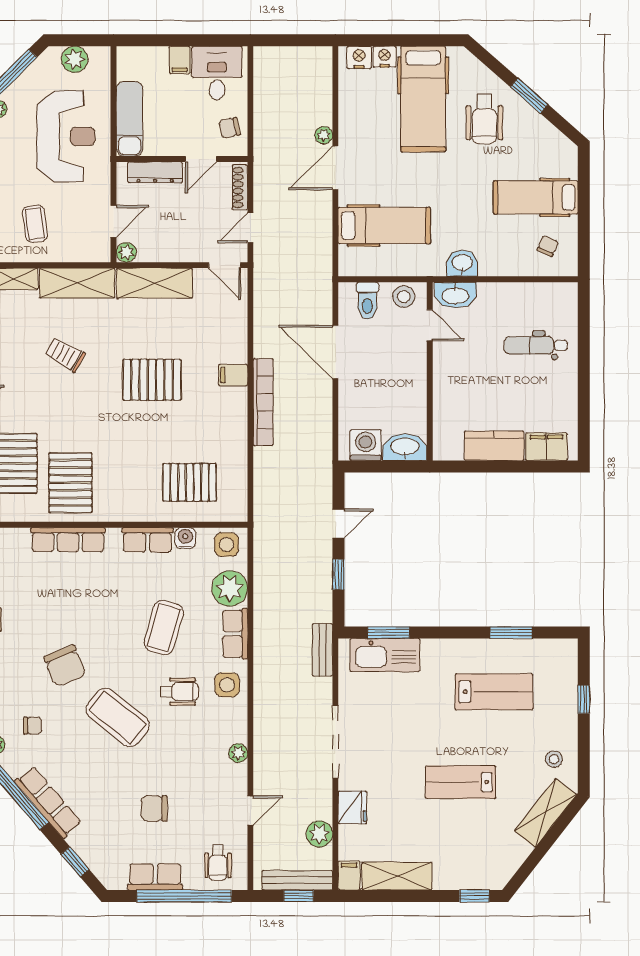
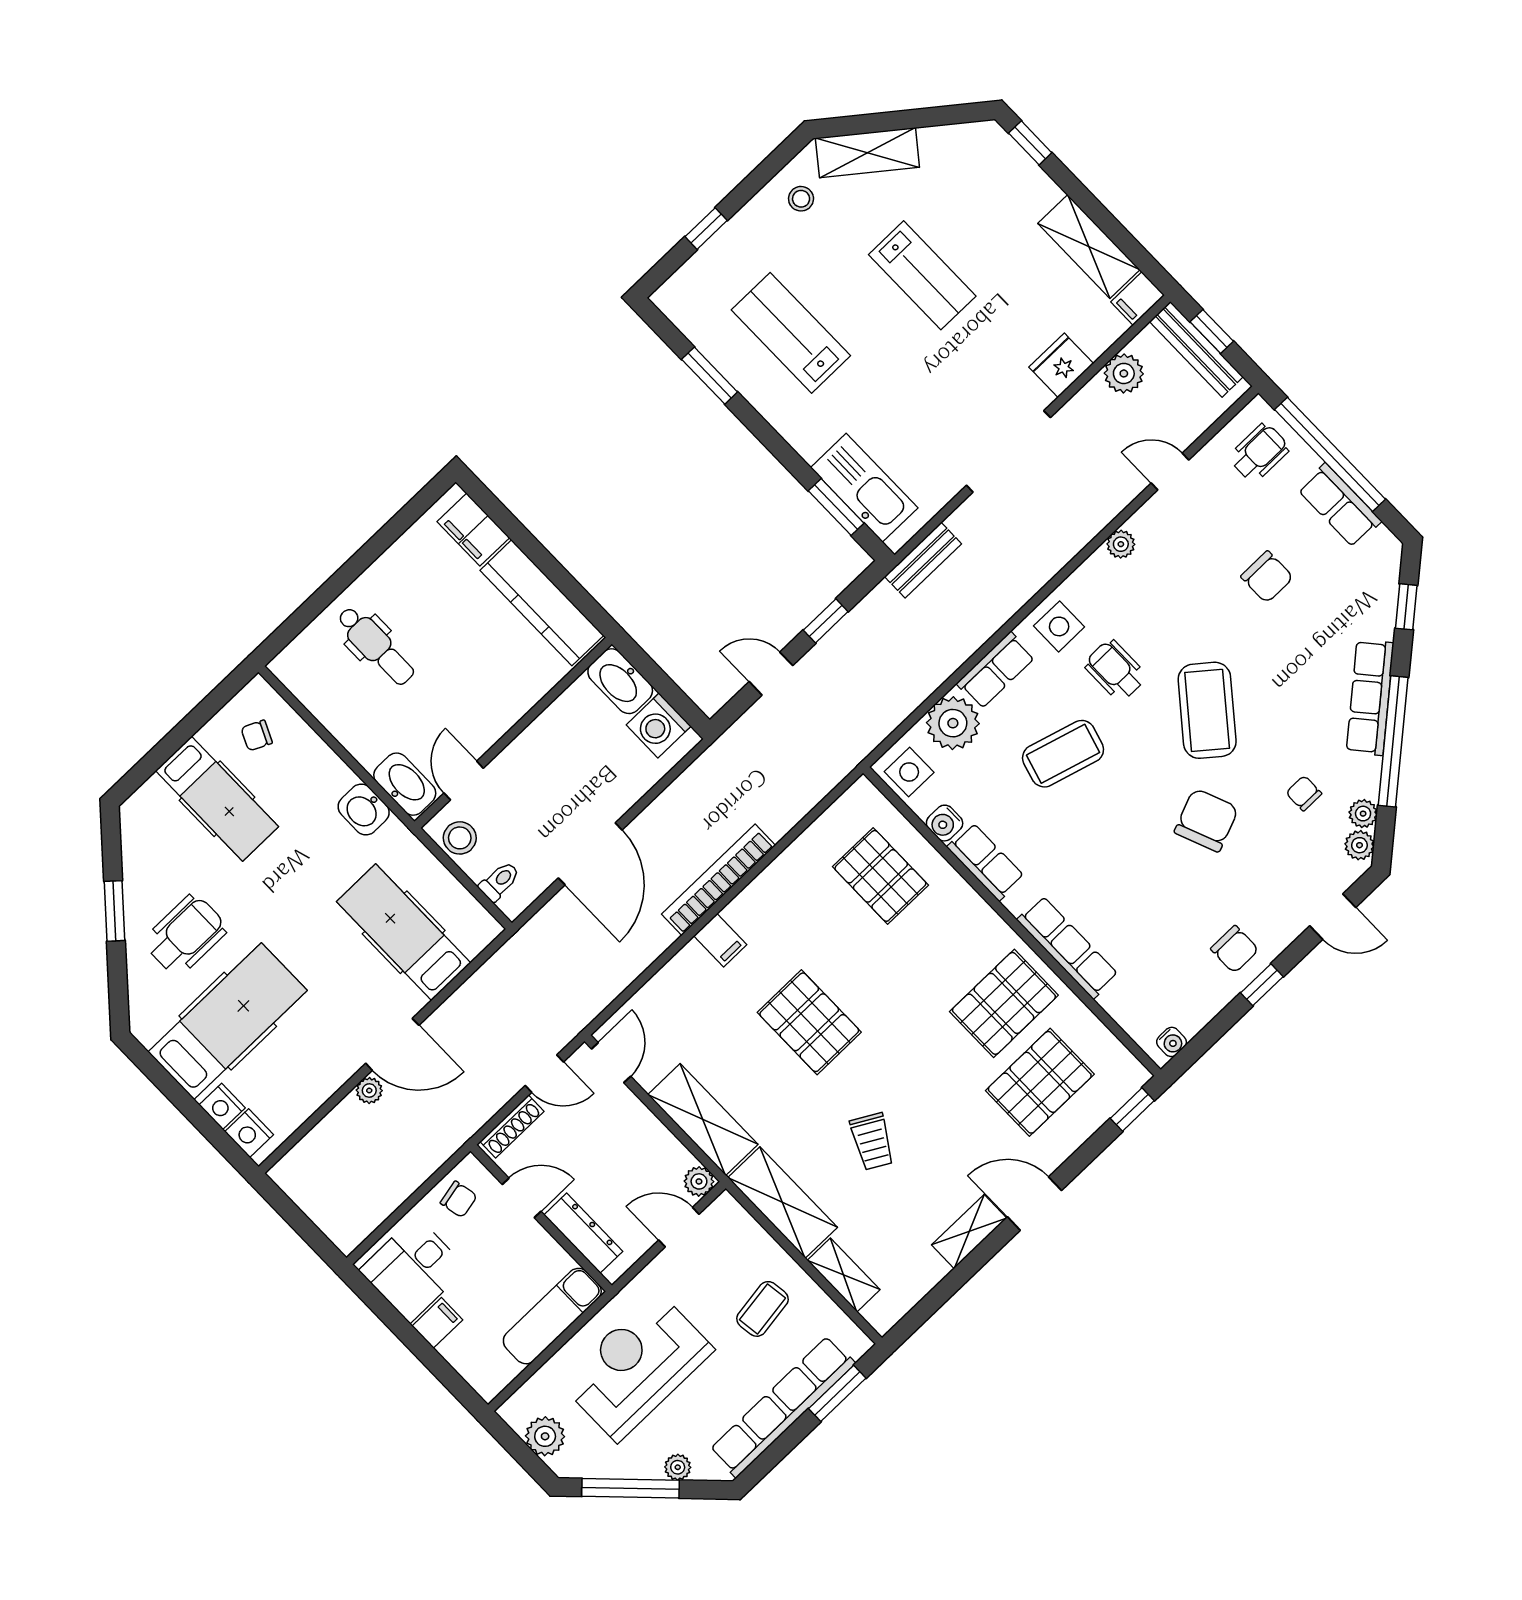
toilet: (367, 301) -> (499, 881), width x0.73, depth x0.72
kitchen counter: (494, 446) -> (542, 603), width x1.50

